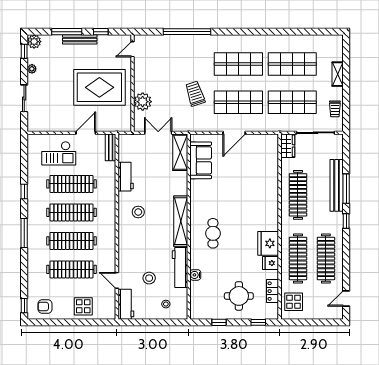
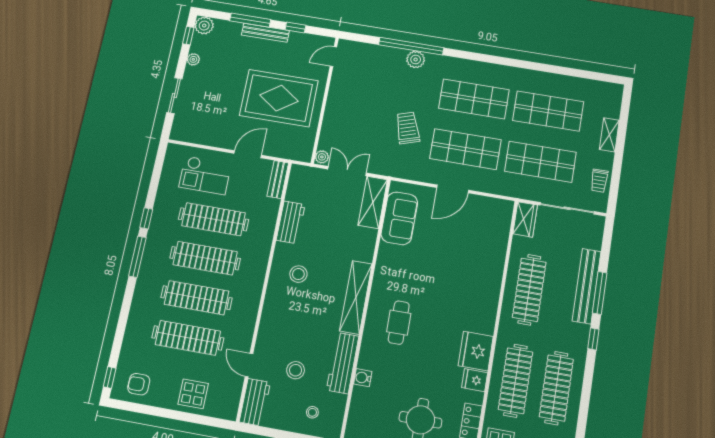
plant: (192, 41) -> (416, 60), added
plant: (143, 102) -> (322, 157), moved, width x0.53, depth x0.53
window: (24, 233) -> (137, 257), moved

